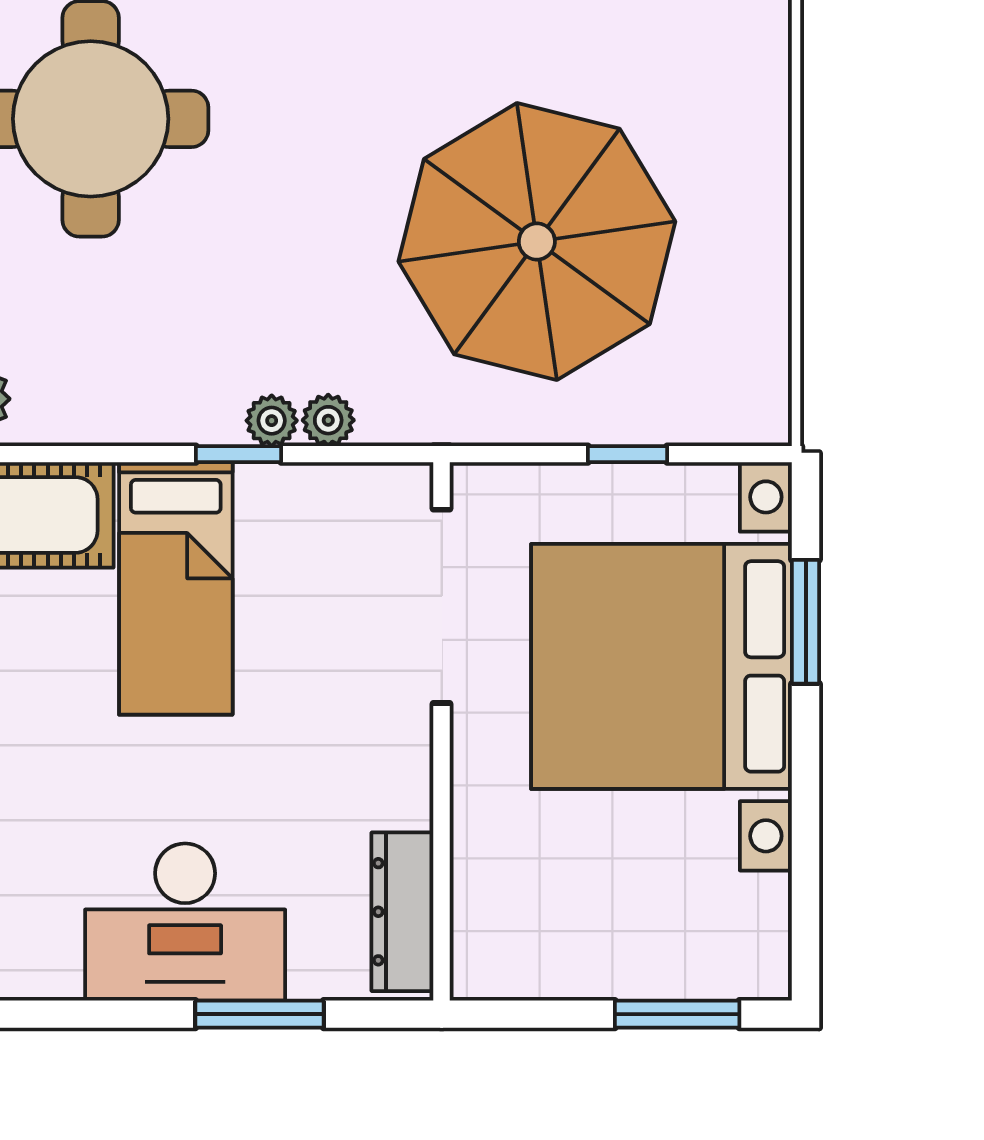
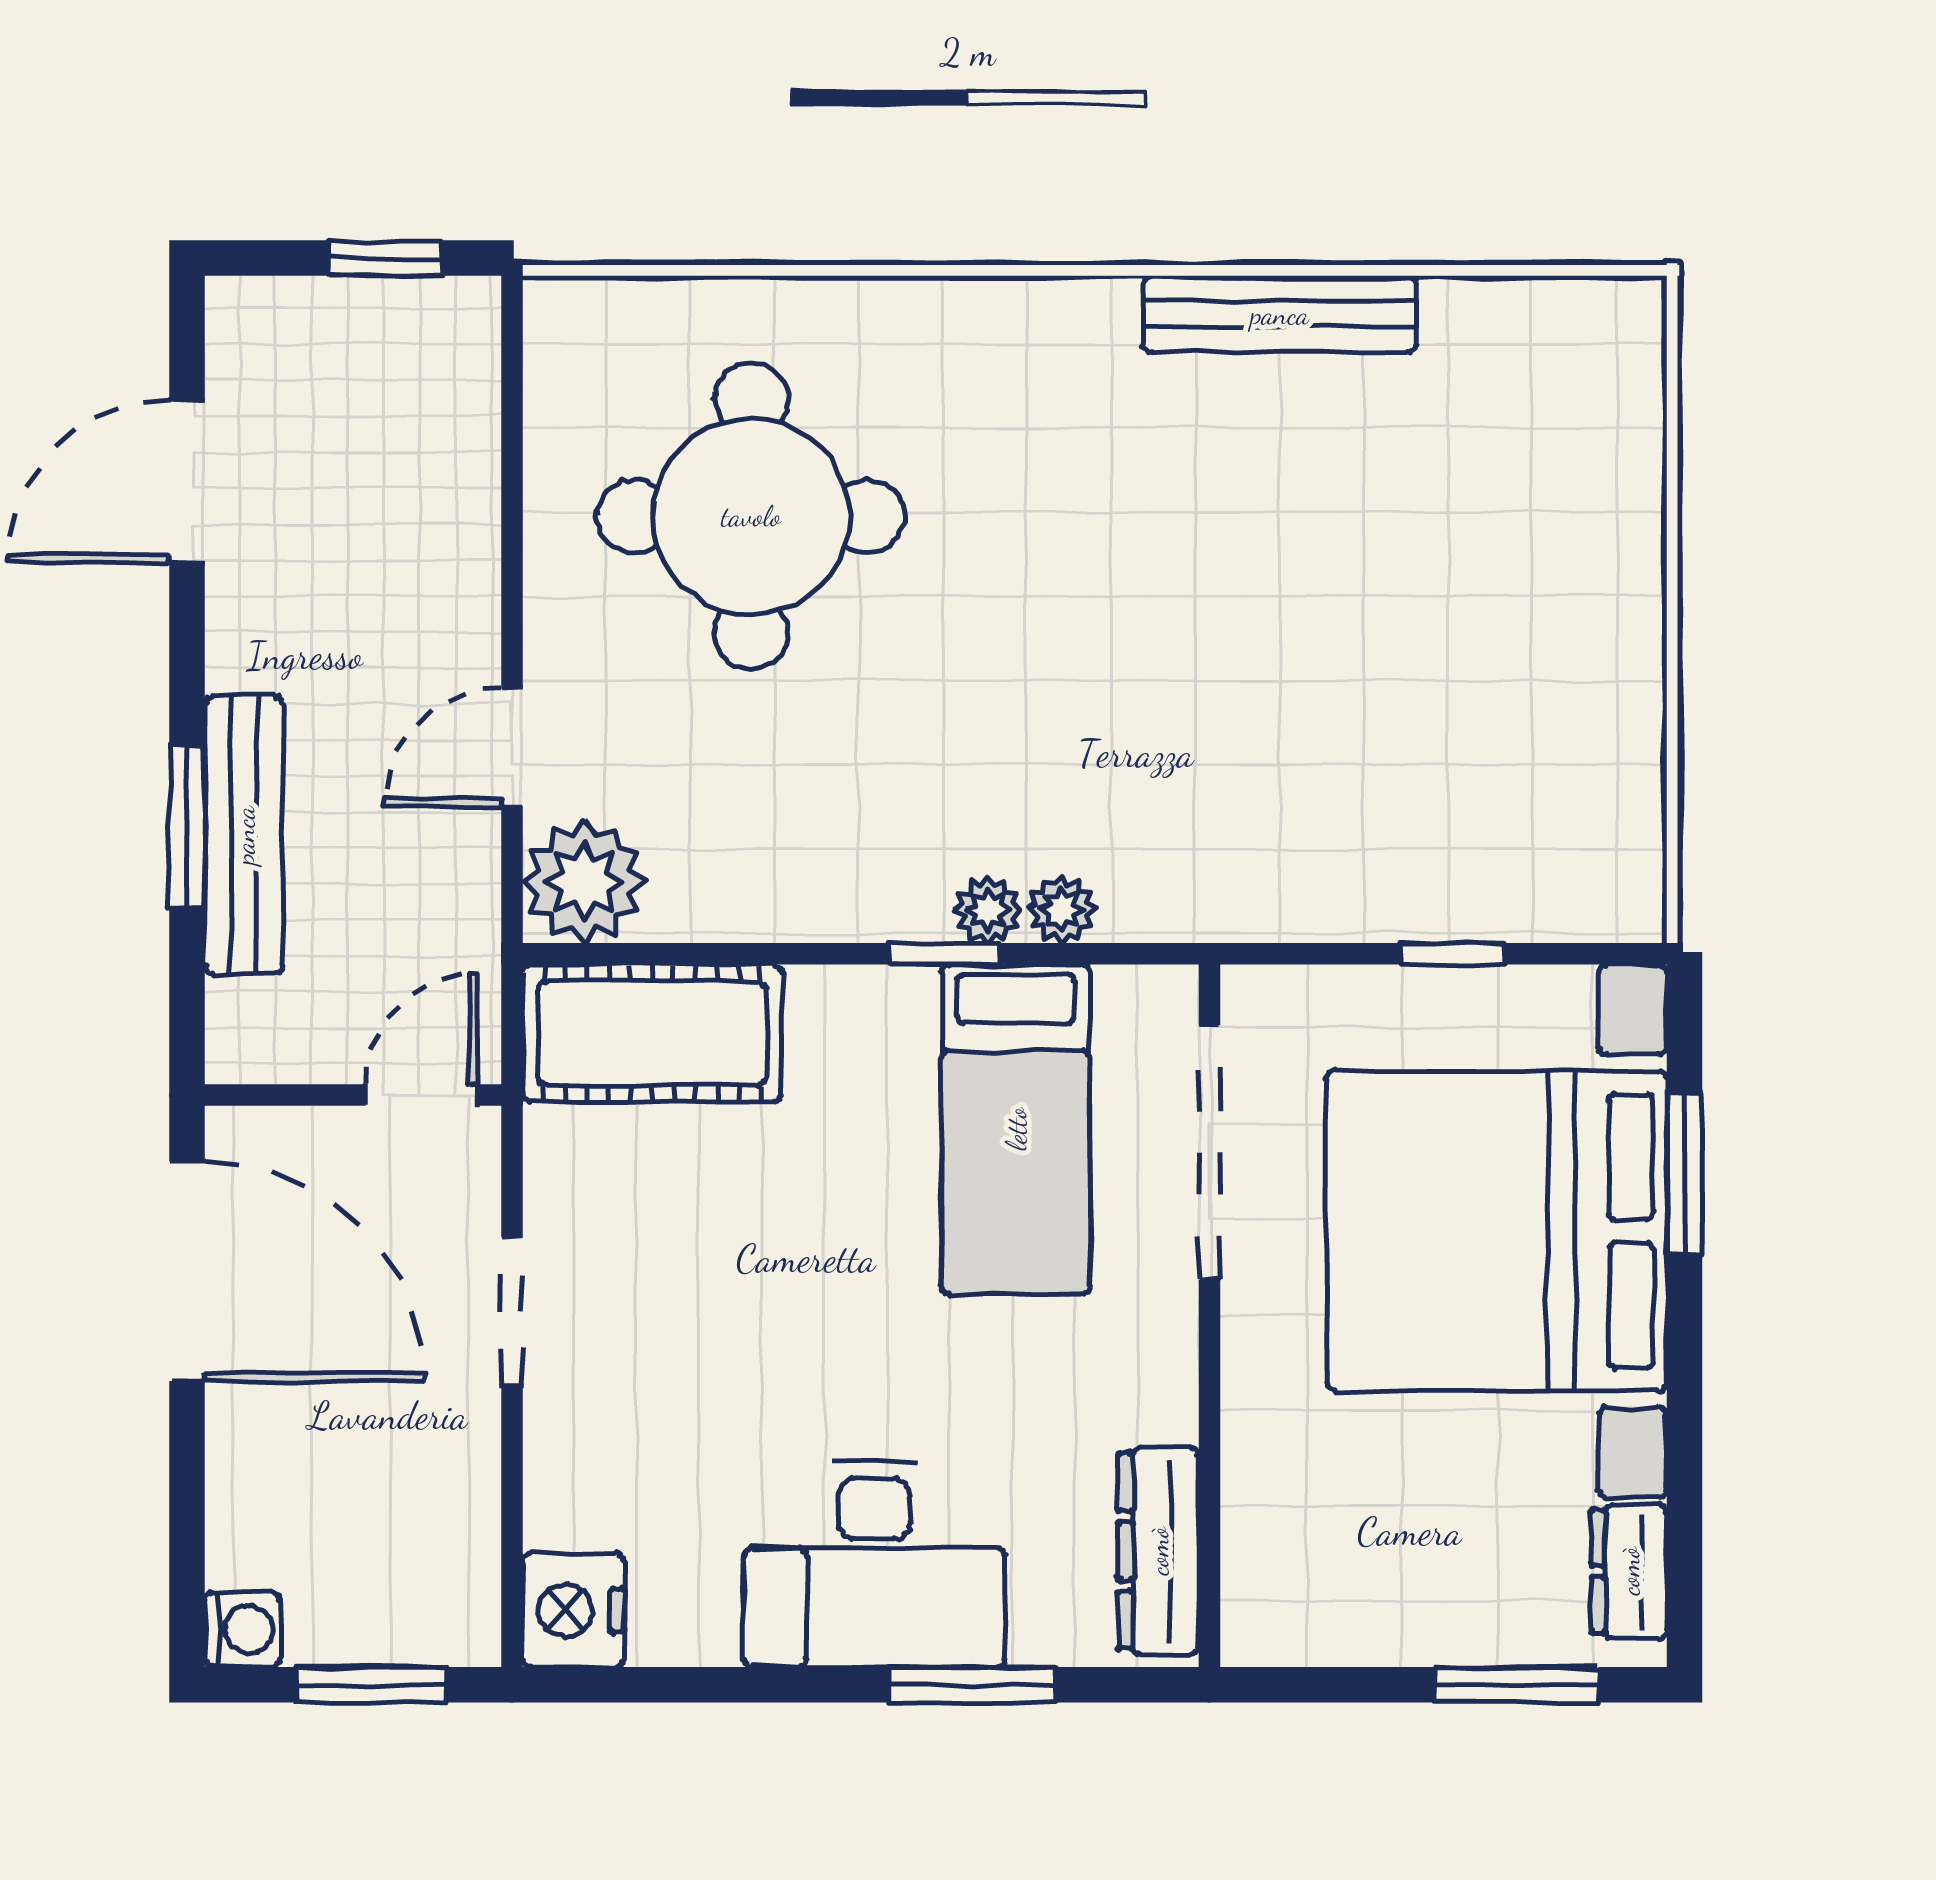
parasol: (537, 242) -> (1334, 676), removed
bed: (176, 588) -> (1016, 1129), moved
dresser: (763, 927) -> (1629, 1571), added

